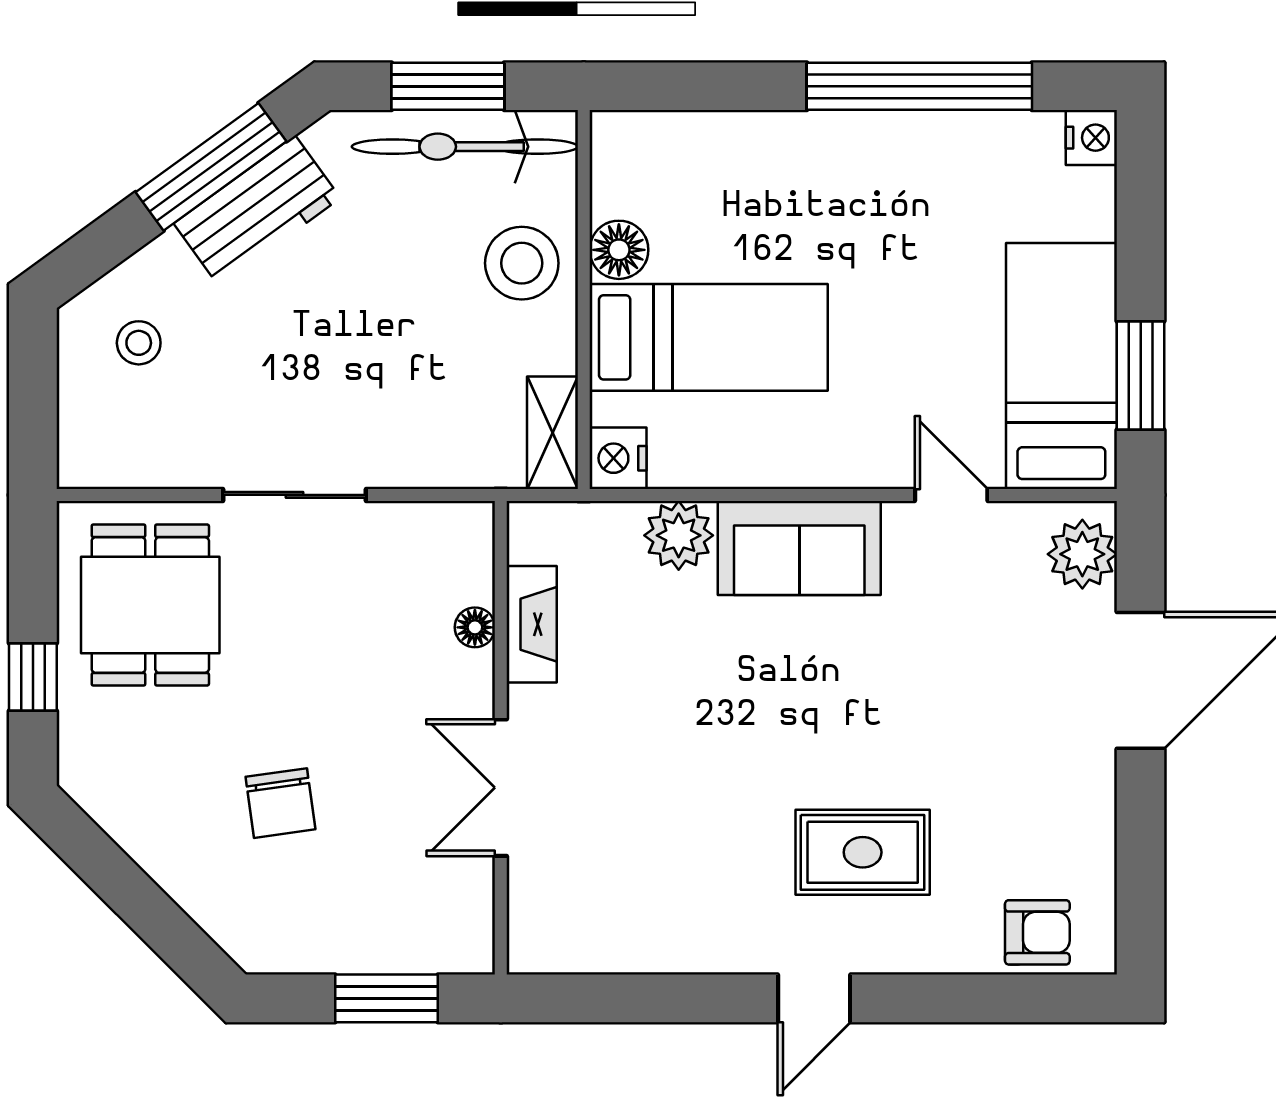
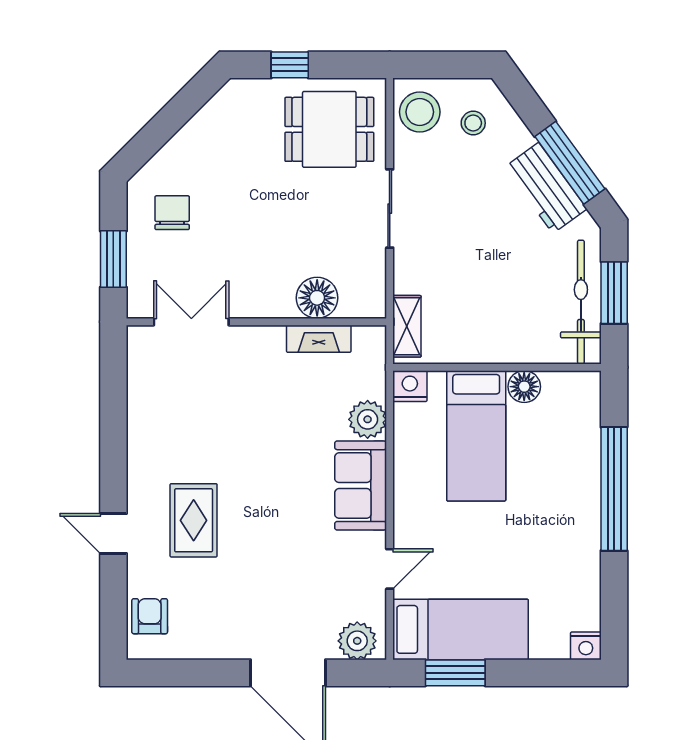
window: (919, 86) -> (614, 489), moved
stool: (522, 263) -> (420, 112), moved
shelving: (552, 433) -> (407, 326), moved, turned 90
floor lamp: (475, 627) -> (317, 298), width x1.89, depth x1.89
double door: (501, 788) -> (191, 322), moved
chair: (281, 803) -> (172, 213), moved, turned 98
armchair: (1037, 932) -> (150, 616), turned 180
door: (814, 998) -> (113, 534), moved

